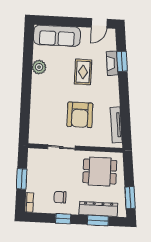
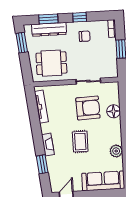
fireplace: (112, 63) -> (48, 145), moved
rug: (83, 72) -> (80, 142), moved
floor lamp: (37, 111) -> (114, 111), added
armchair: (80, 115) -> (88, 108), moved, turned 88

